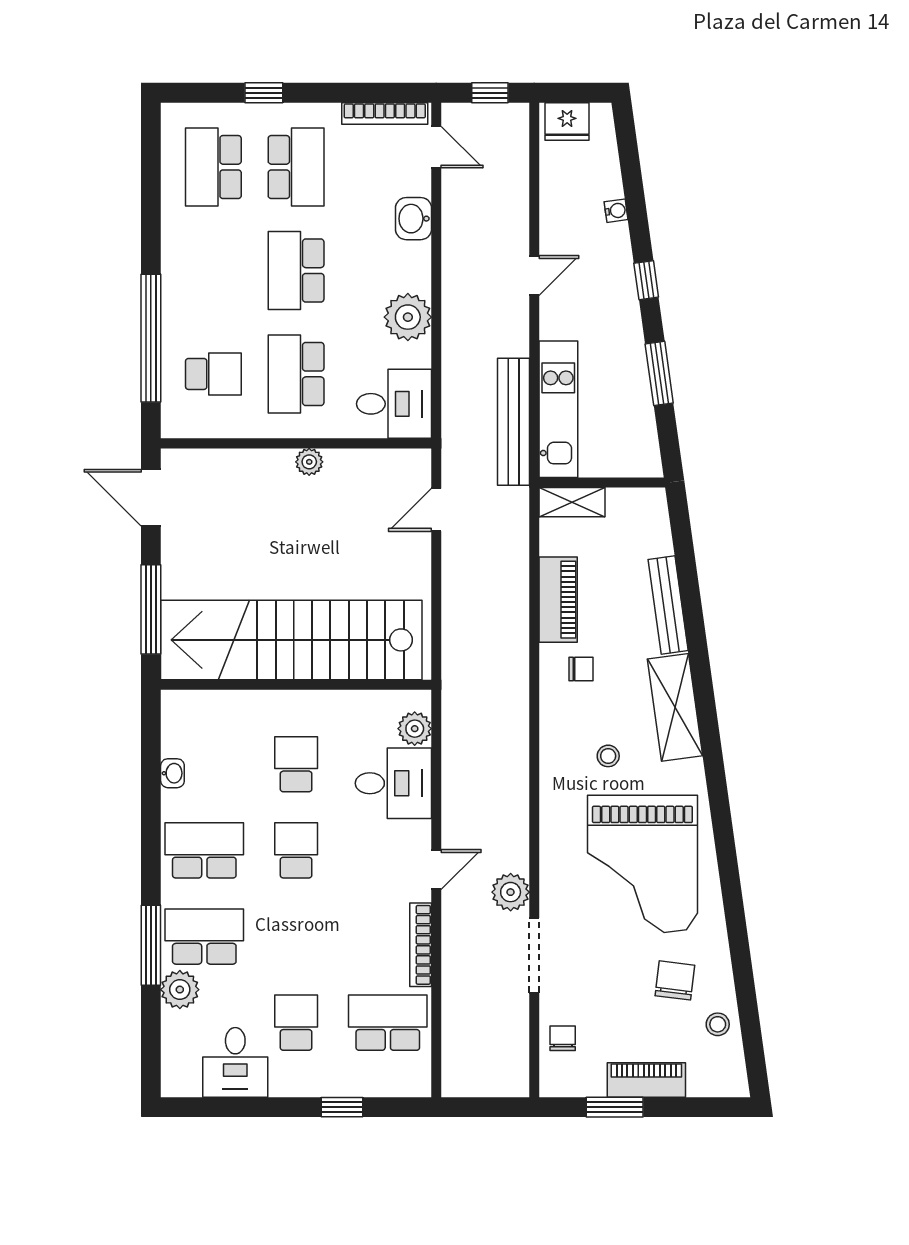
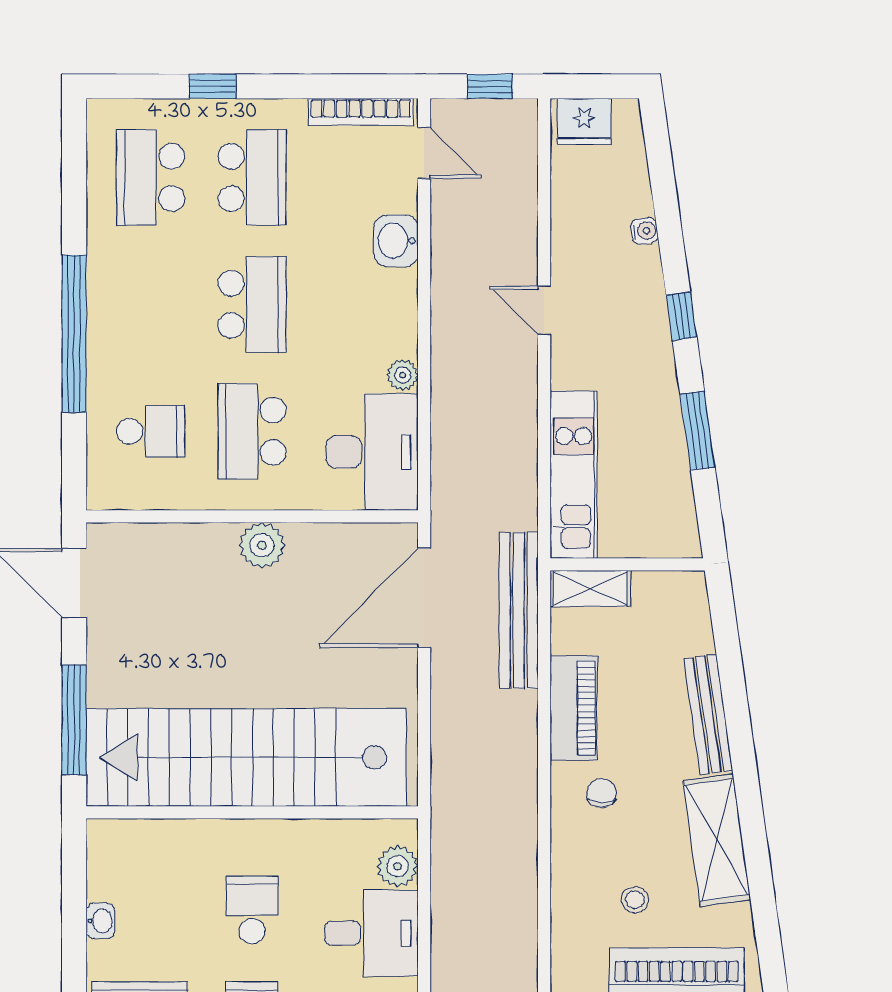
school desk: (296, 271) -> (252, 304), turned 180
door: (534, 275) -> (544, 310), swing flipped
plant: (408, 317) -> (403, 375), width x0.53, depth x0.53
window: (151, 338) -> (74, 334), moved
desk: (394, 404) -> (372, 452), width x1.37
bench: (513, 422) -> (519, 610), moved
plant: (309, 462) -> (262, 545), width x1.38, depth x1.38
door: (436, 510) -> (424, 598), width x1.87
chair: (581, 669) -> (602, 793), turned -90

